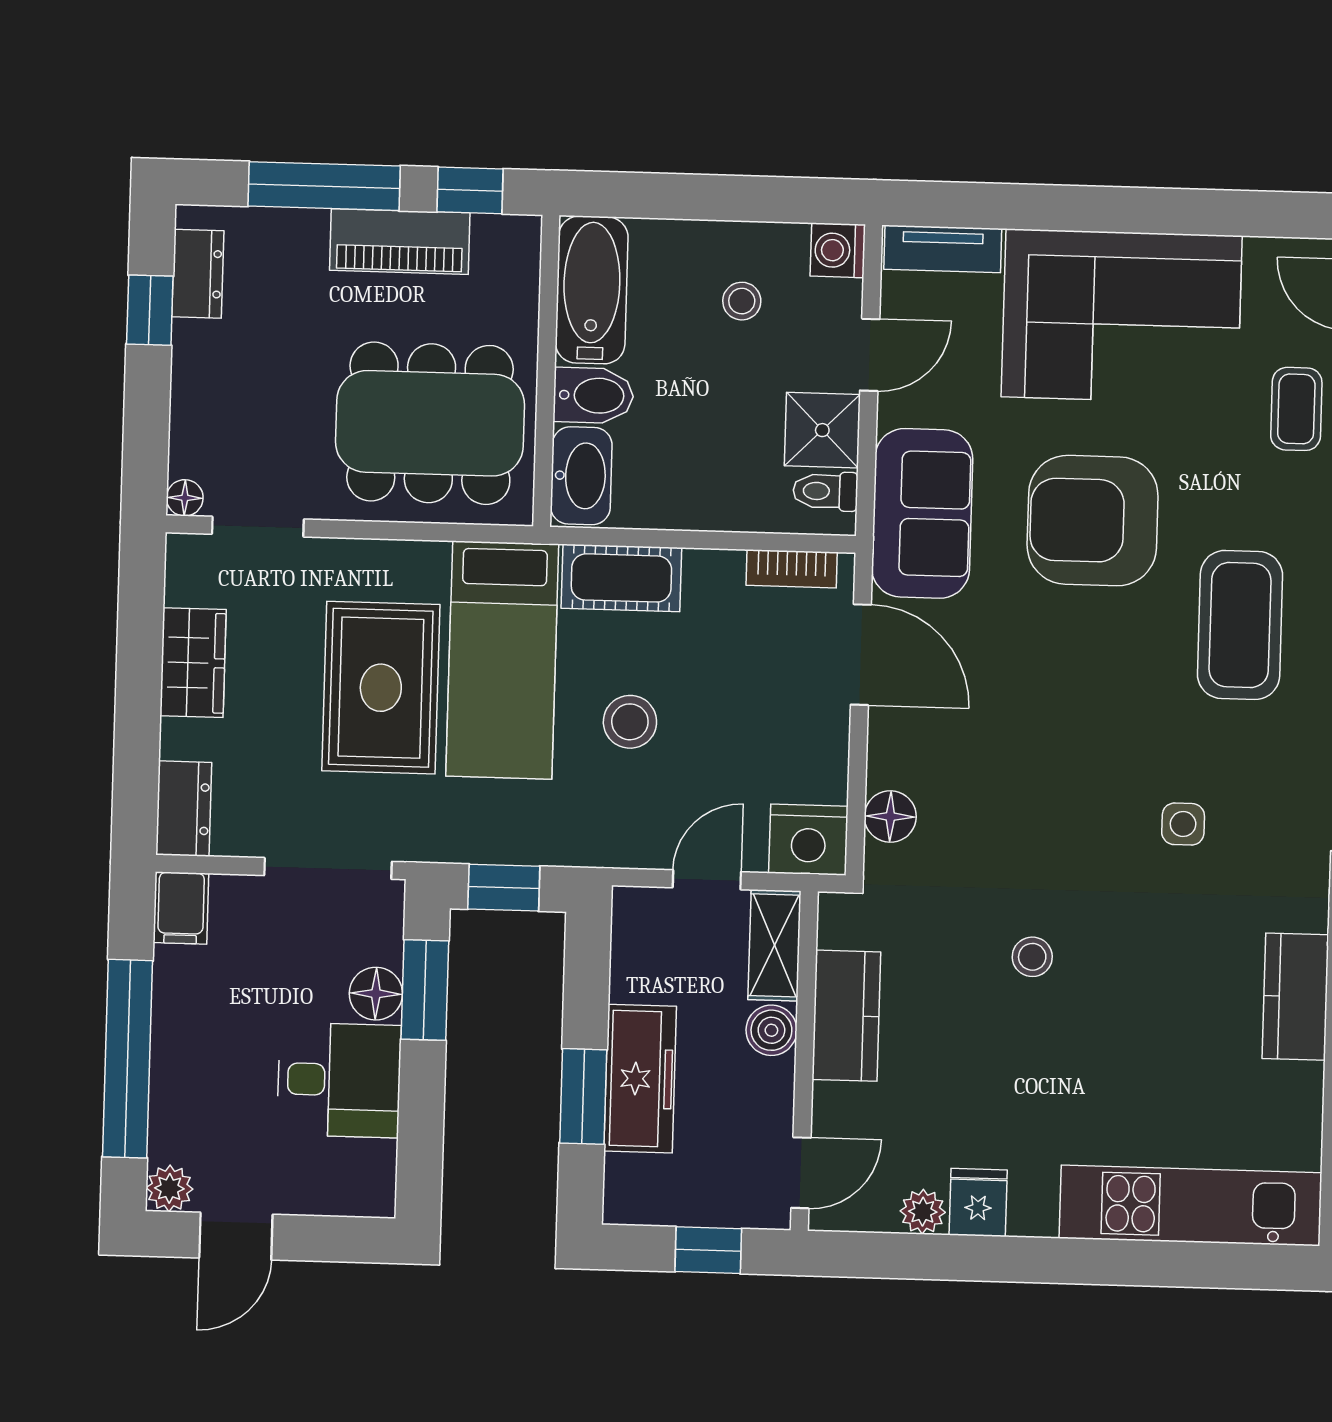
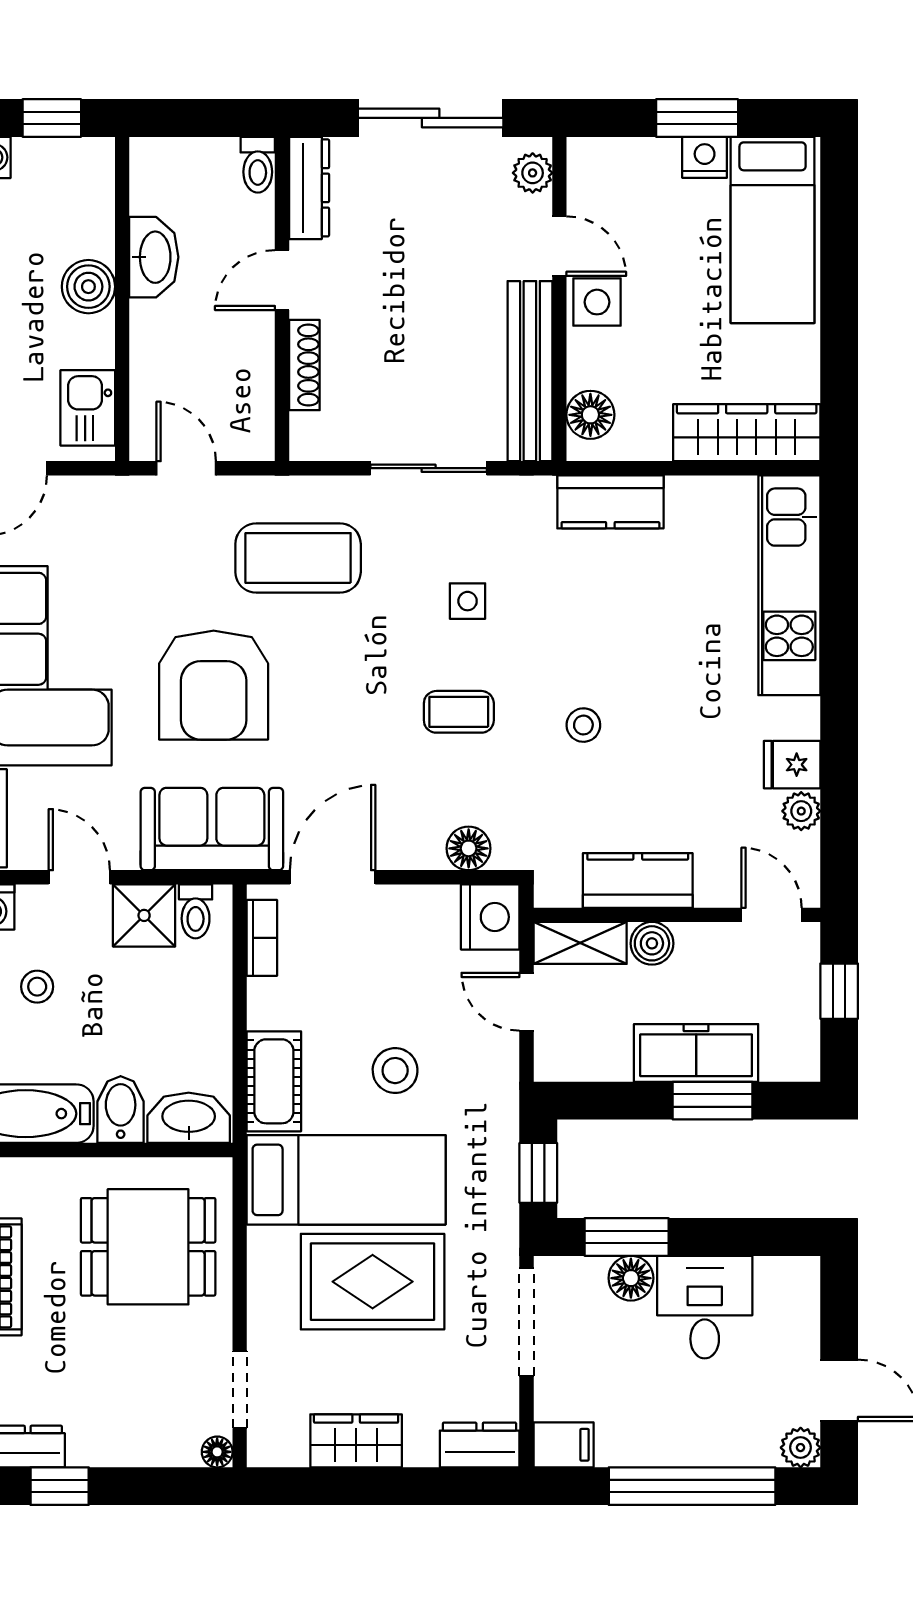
coffee table: (1296, 409) -> (459, 712), moved
dining table: (430, 423) -> (148, 1247), width x0.73

